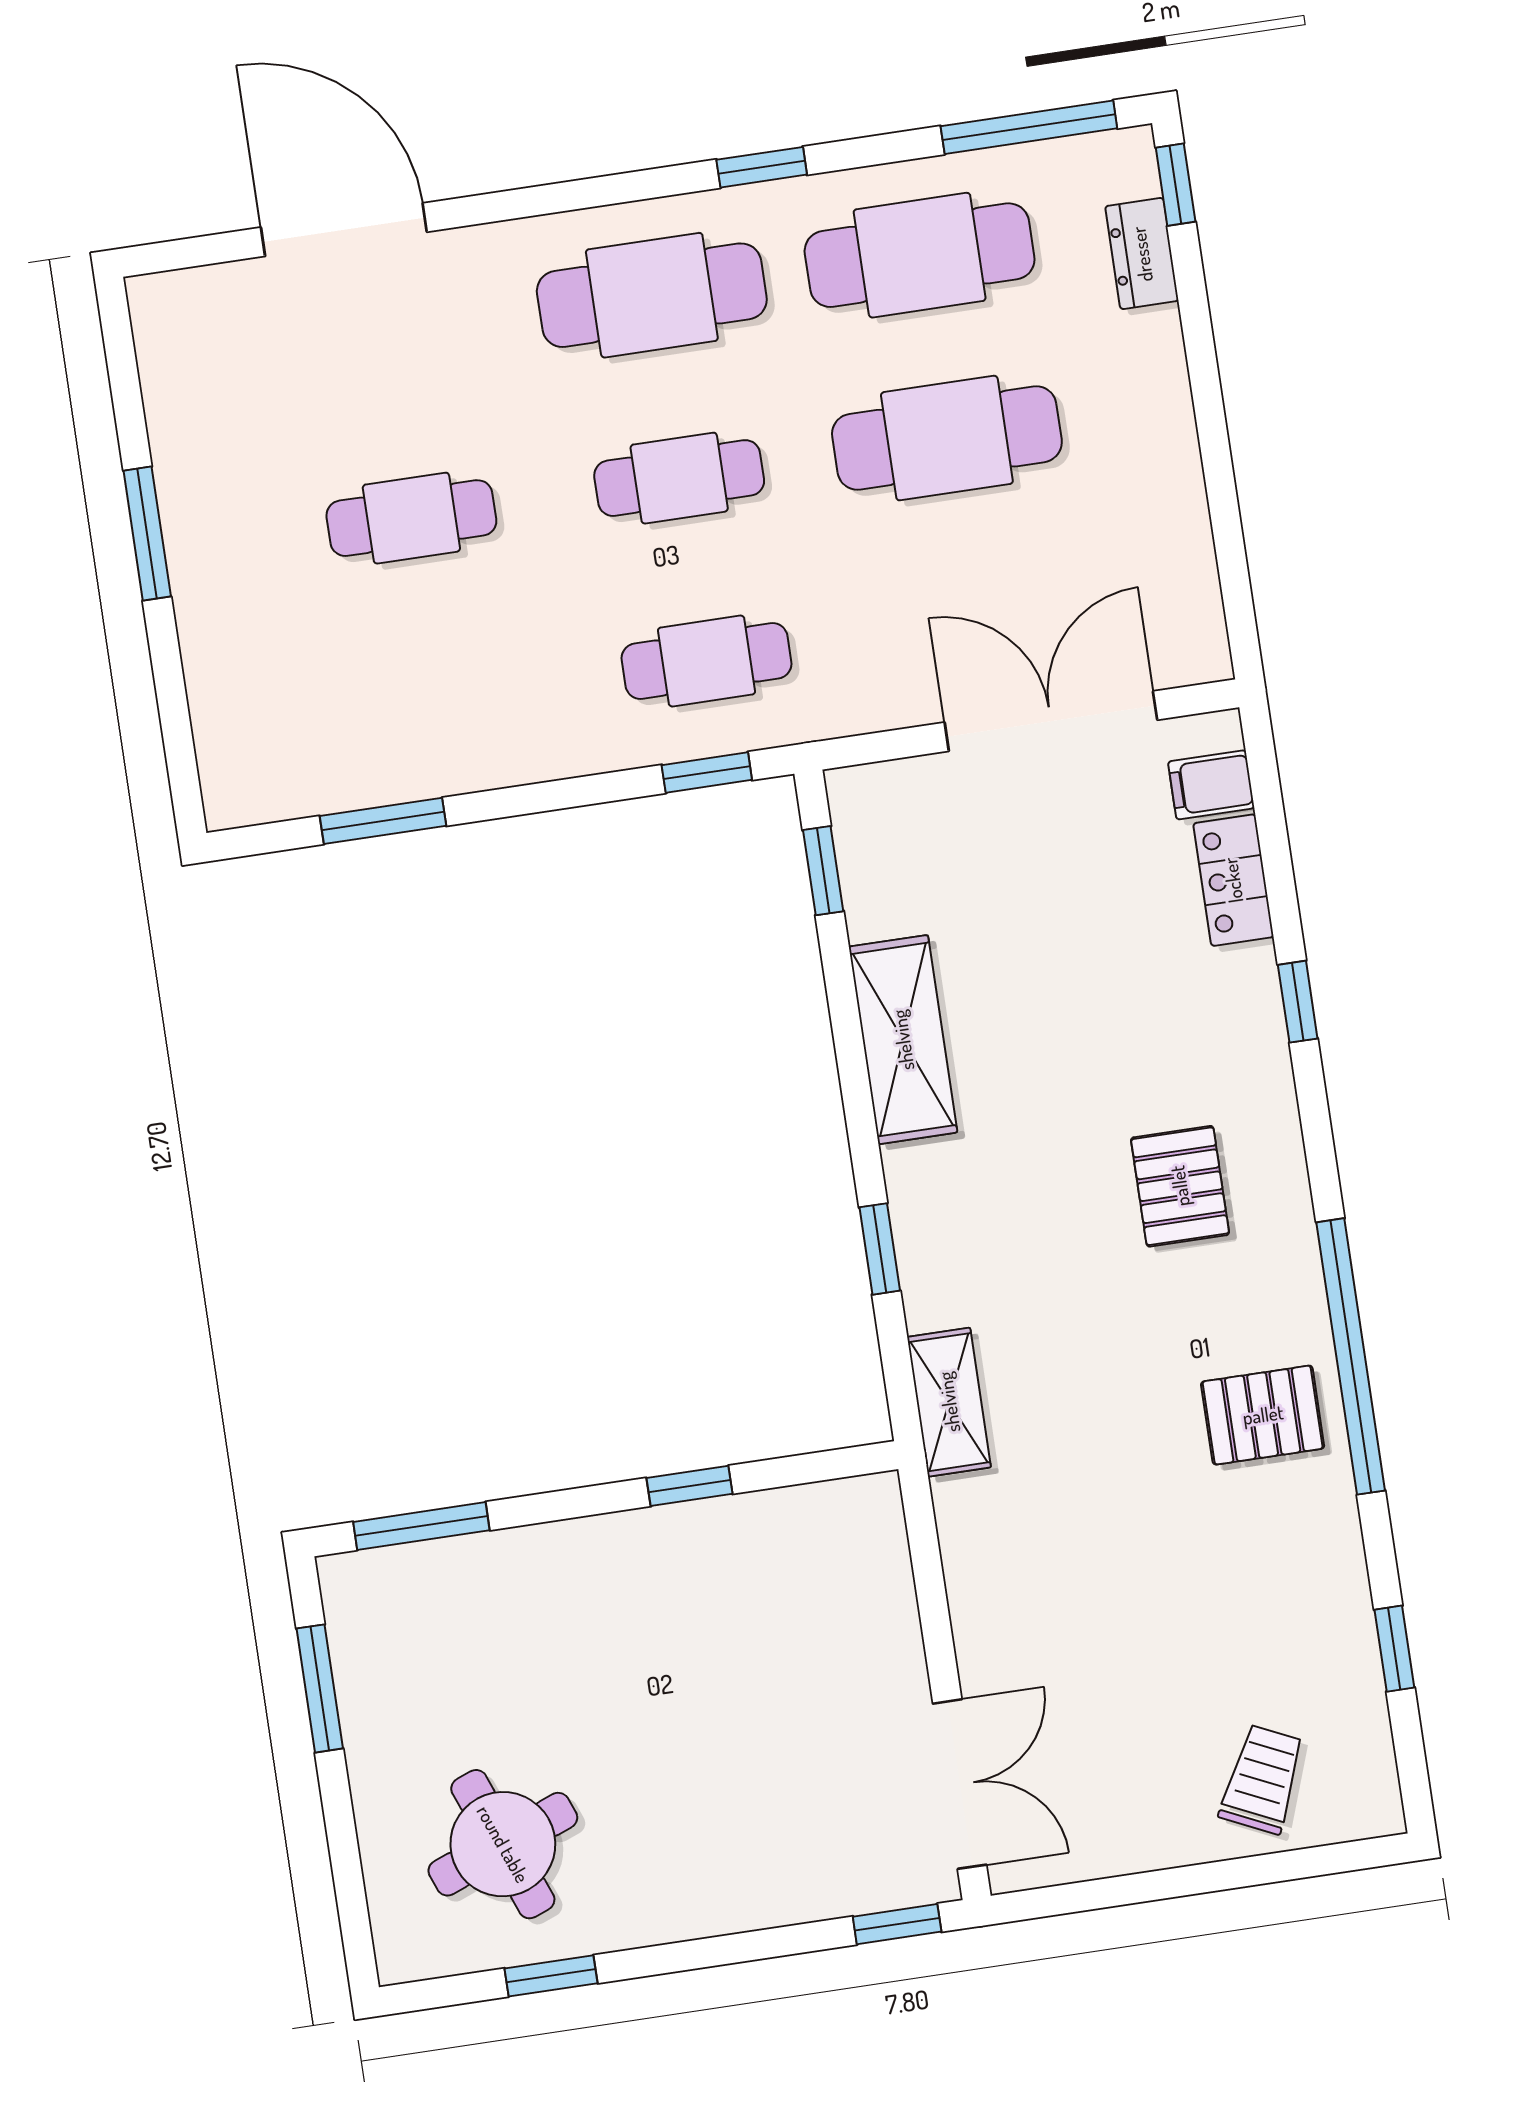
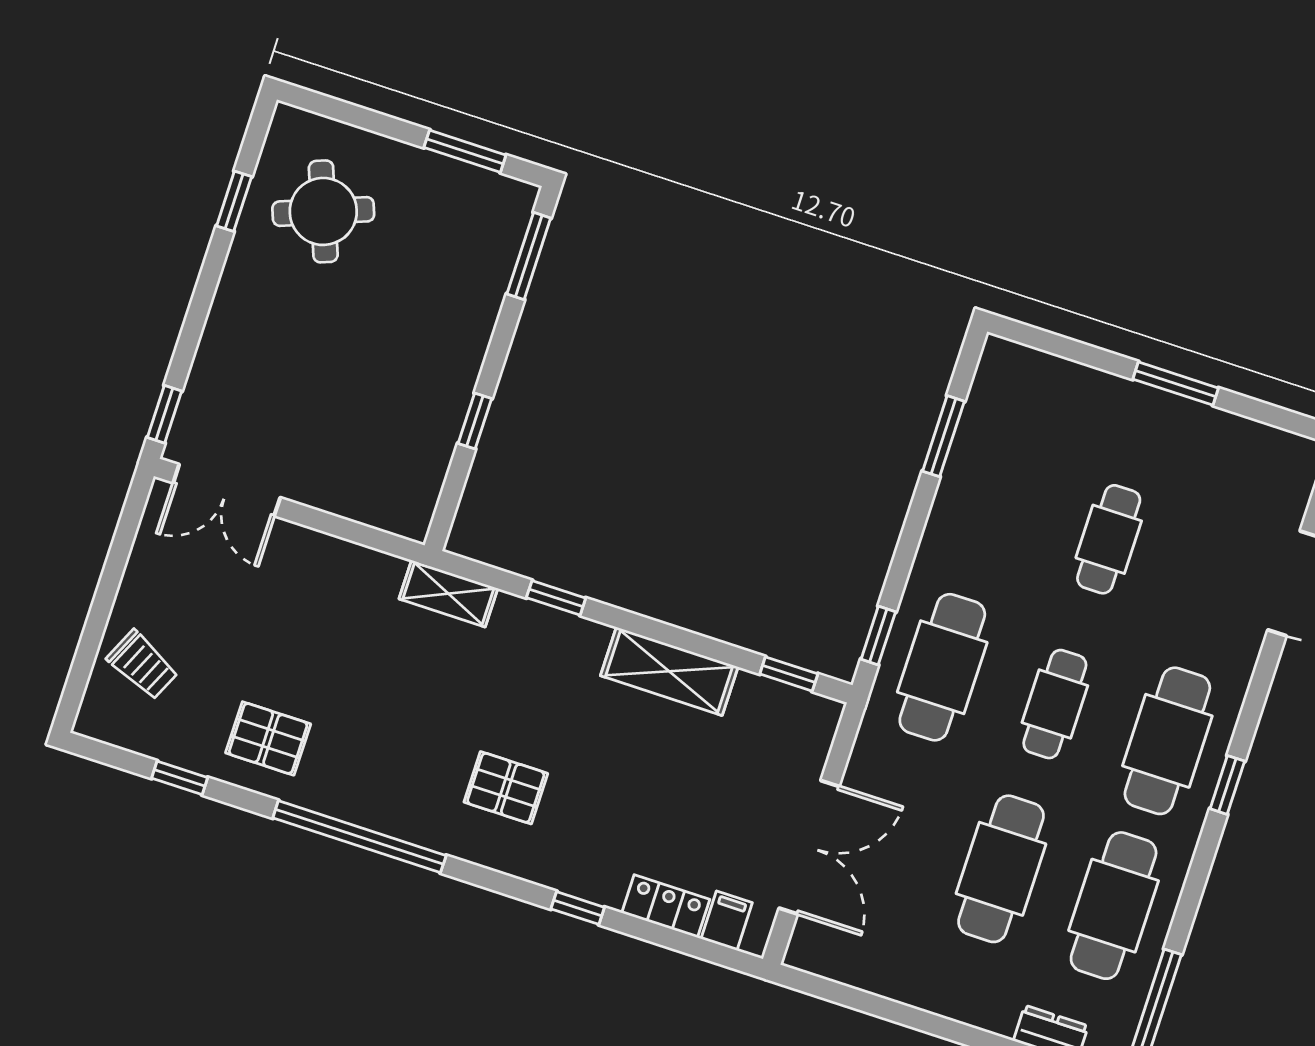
window: (762, 167) -> (1227, 785), moved
cafe table: (706, 661) -> (942, 667), width x1.37, depth x1.35
pallet: (1263, 1415) -> (268, 738), moved, turned 90

